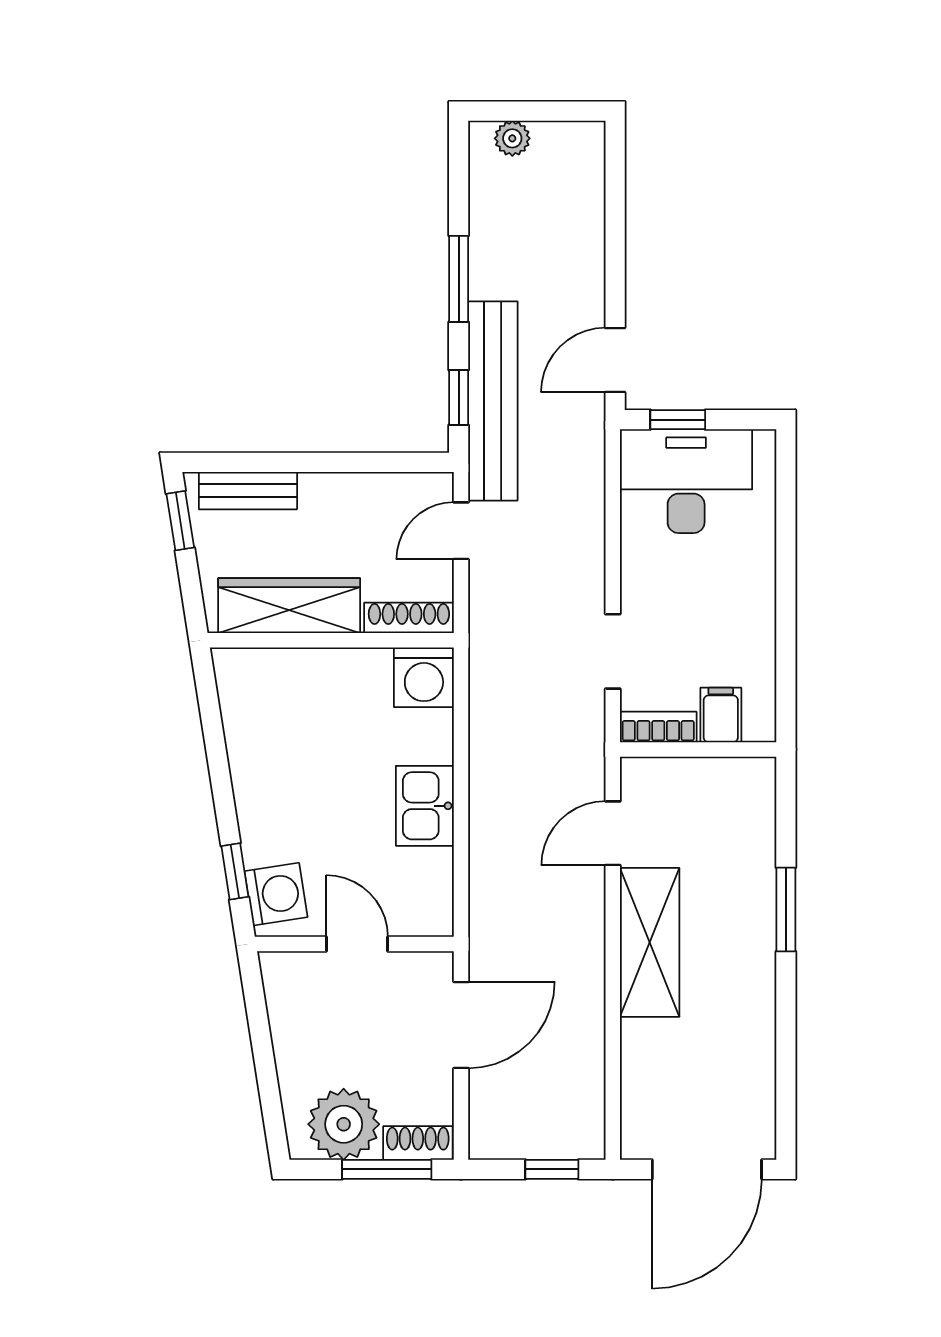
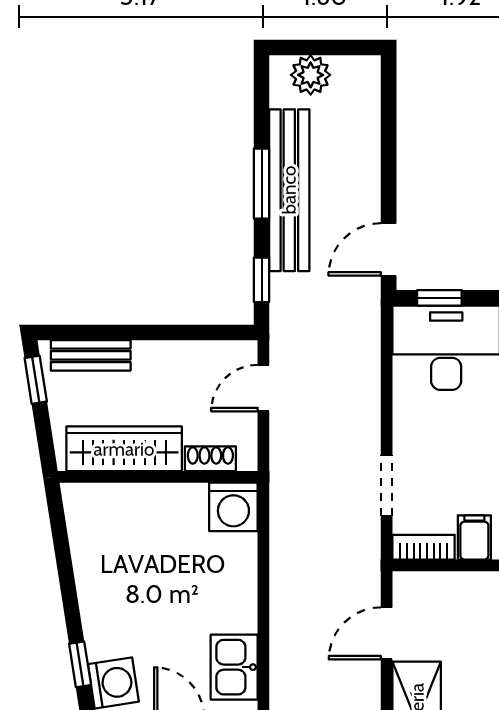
plant: (512, 138) -> (311, 75), width x1.38, depth x1.38
bench: (493, 401) -> (289, 190), moved
shoe rack: (409, 618) -> (210, 459), width x0.70
kitchen sink: (425, 806) -> (234, 667), moved

